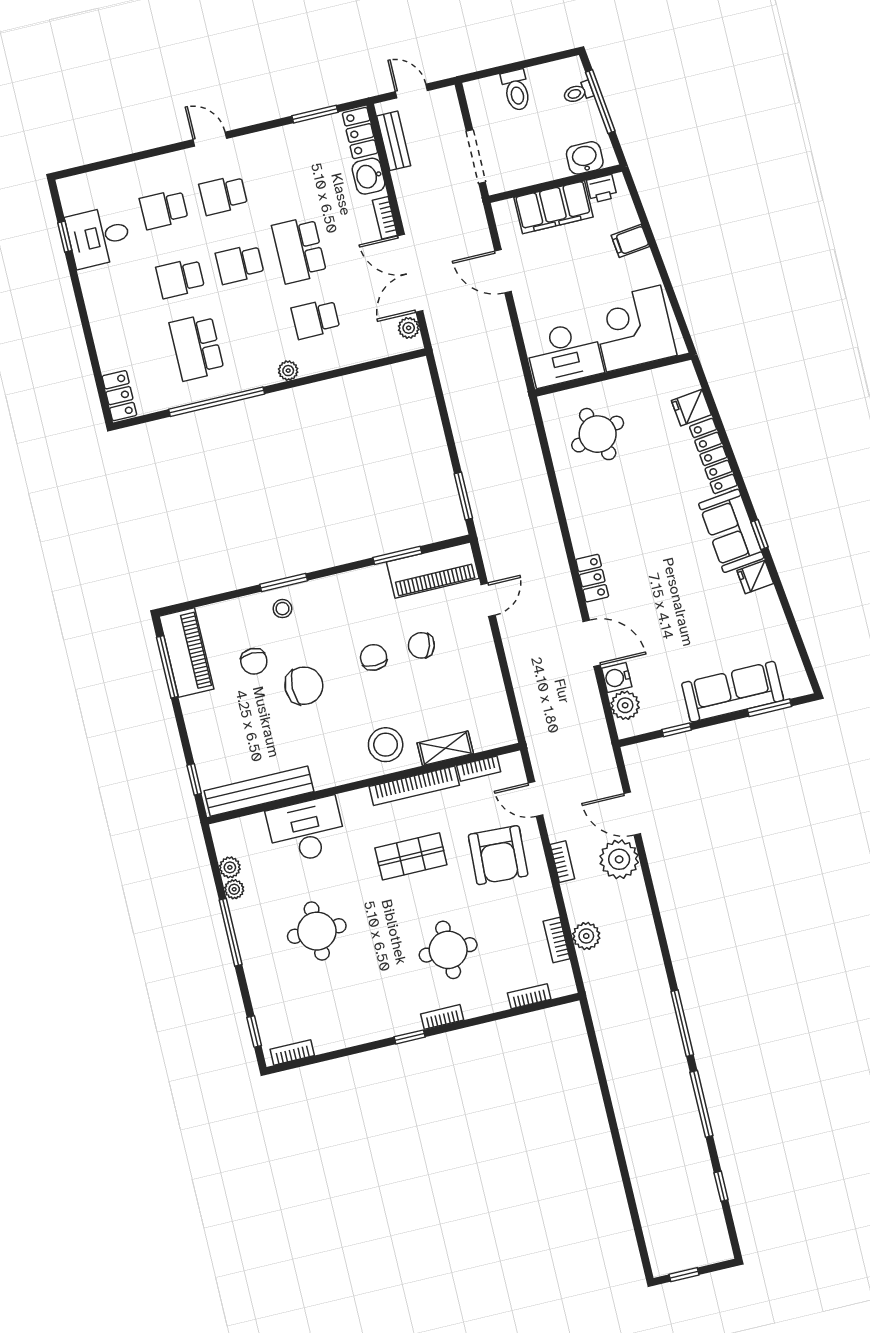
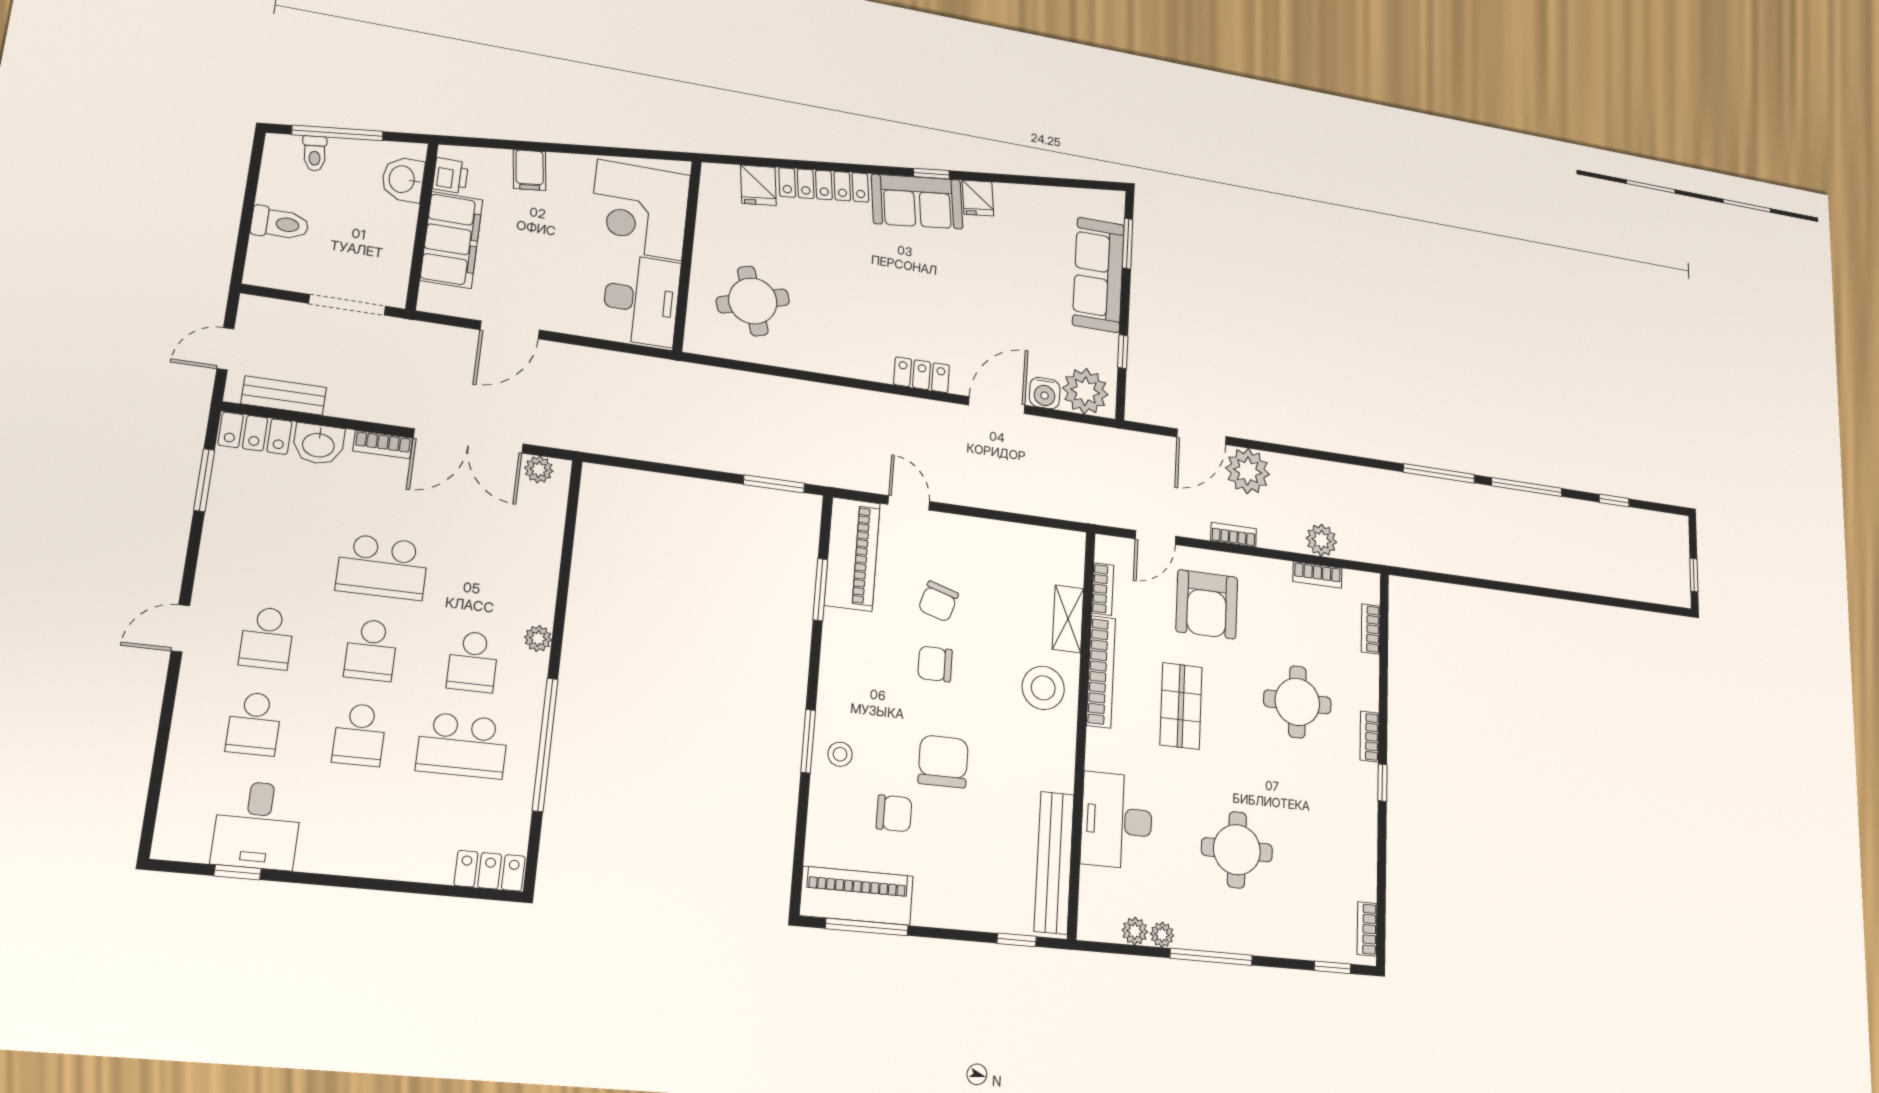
school desk: (316, 319) -> (473, 662), moved
plant: (625, 705) -> (1085, 391), width x1.36, depth x1.36
armchair: (498, 855) -> (1207, 604), turned 87

